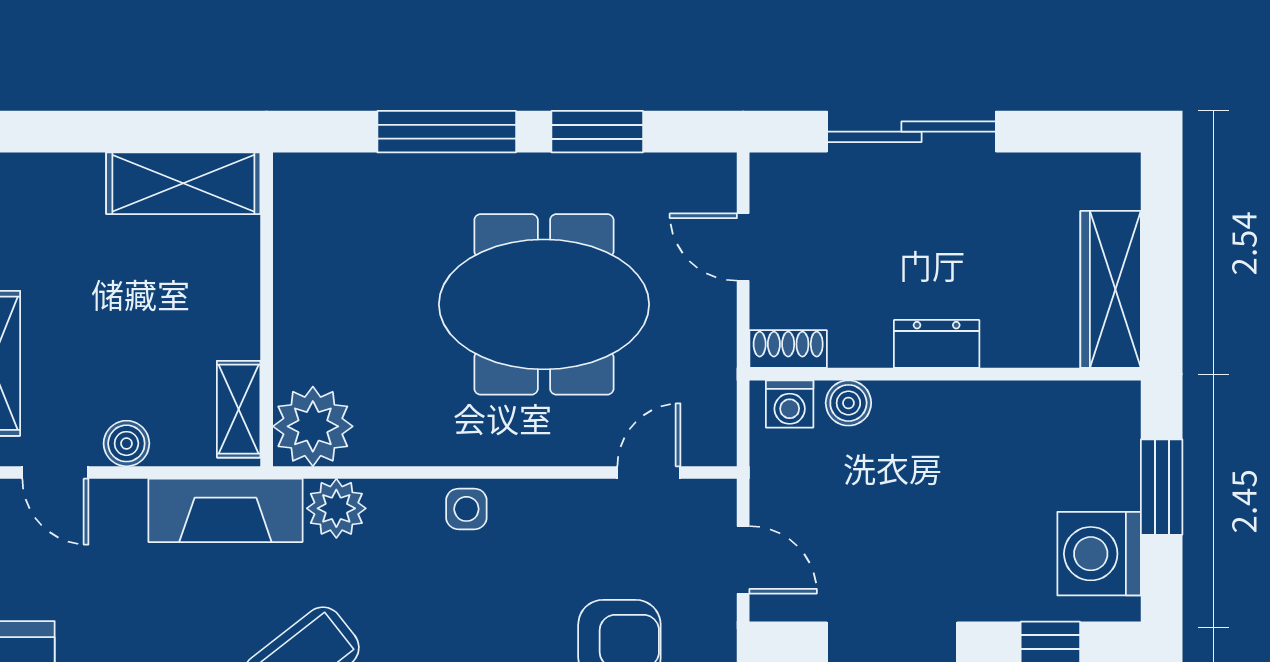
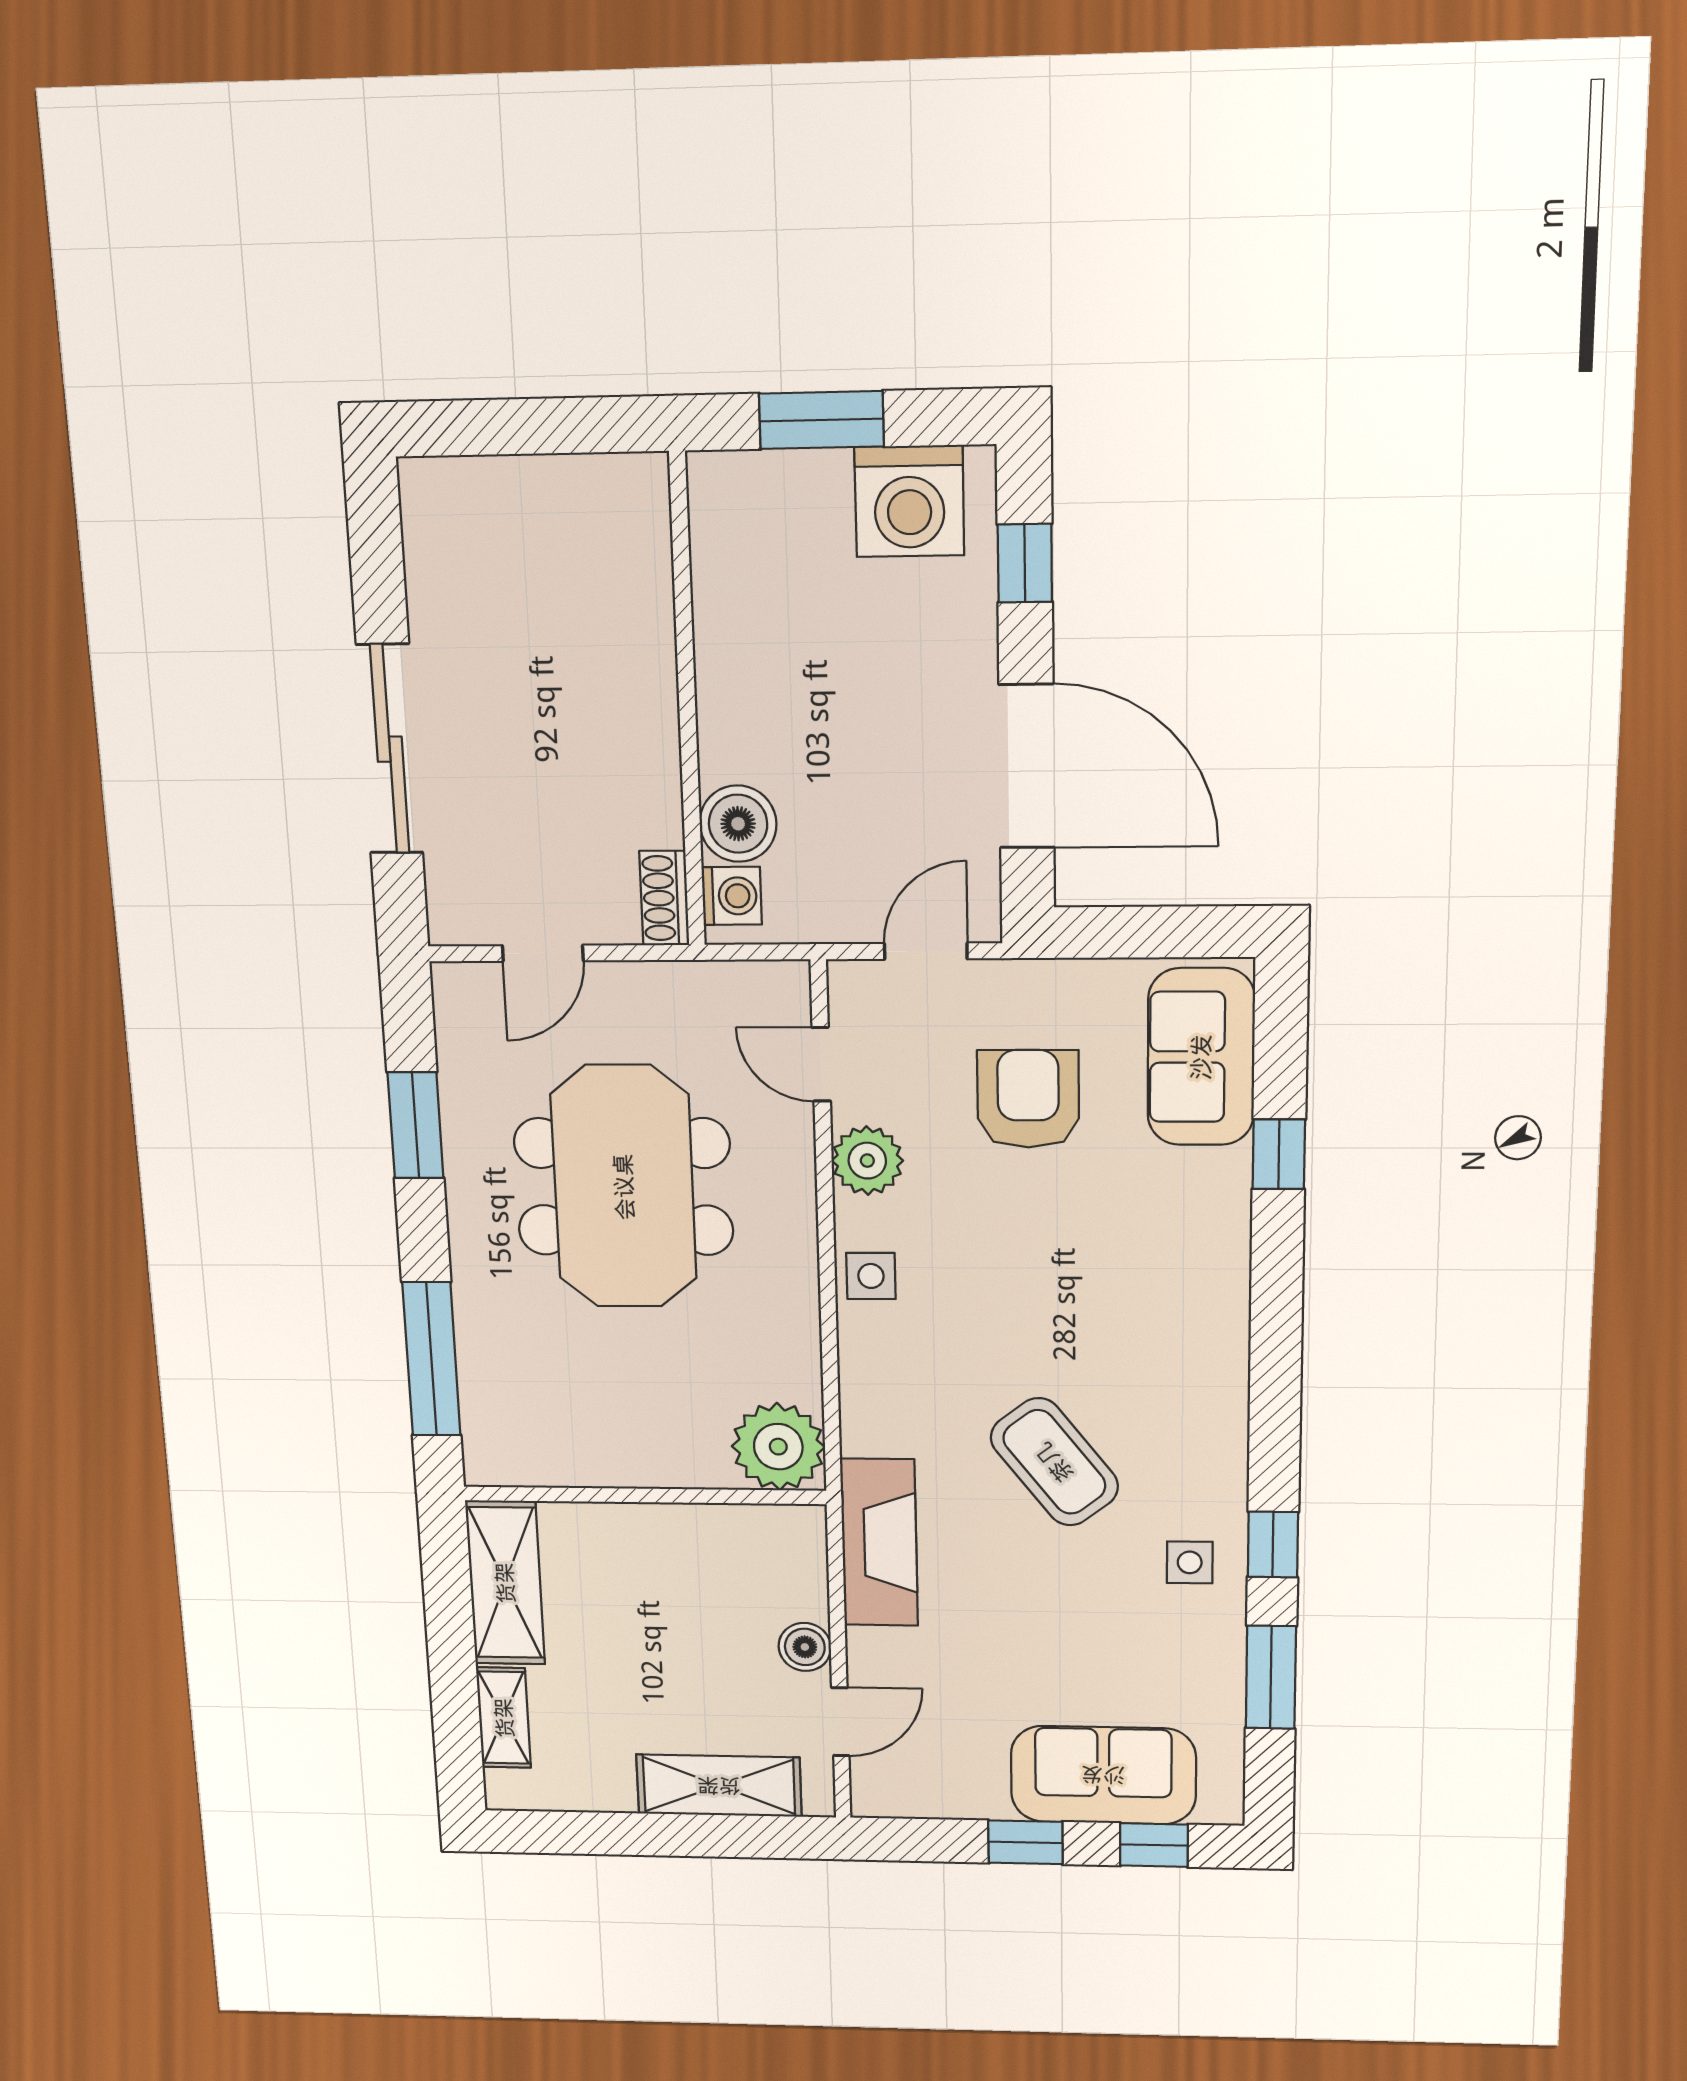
window: (447, 132) -> (432, 1359), moved
wardrobe: (1111, 289) -> (571, 493), removed
dresser: (937, 344) -> (650, 715), removed
boiler: (848, 403) -> (738, 824), width x1.36, depth x1.36
shelving: (239, 409) -> (504, 1718), moved, turned 90
plant: (336, 508) -> (867, 1161), moved

